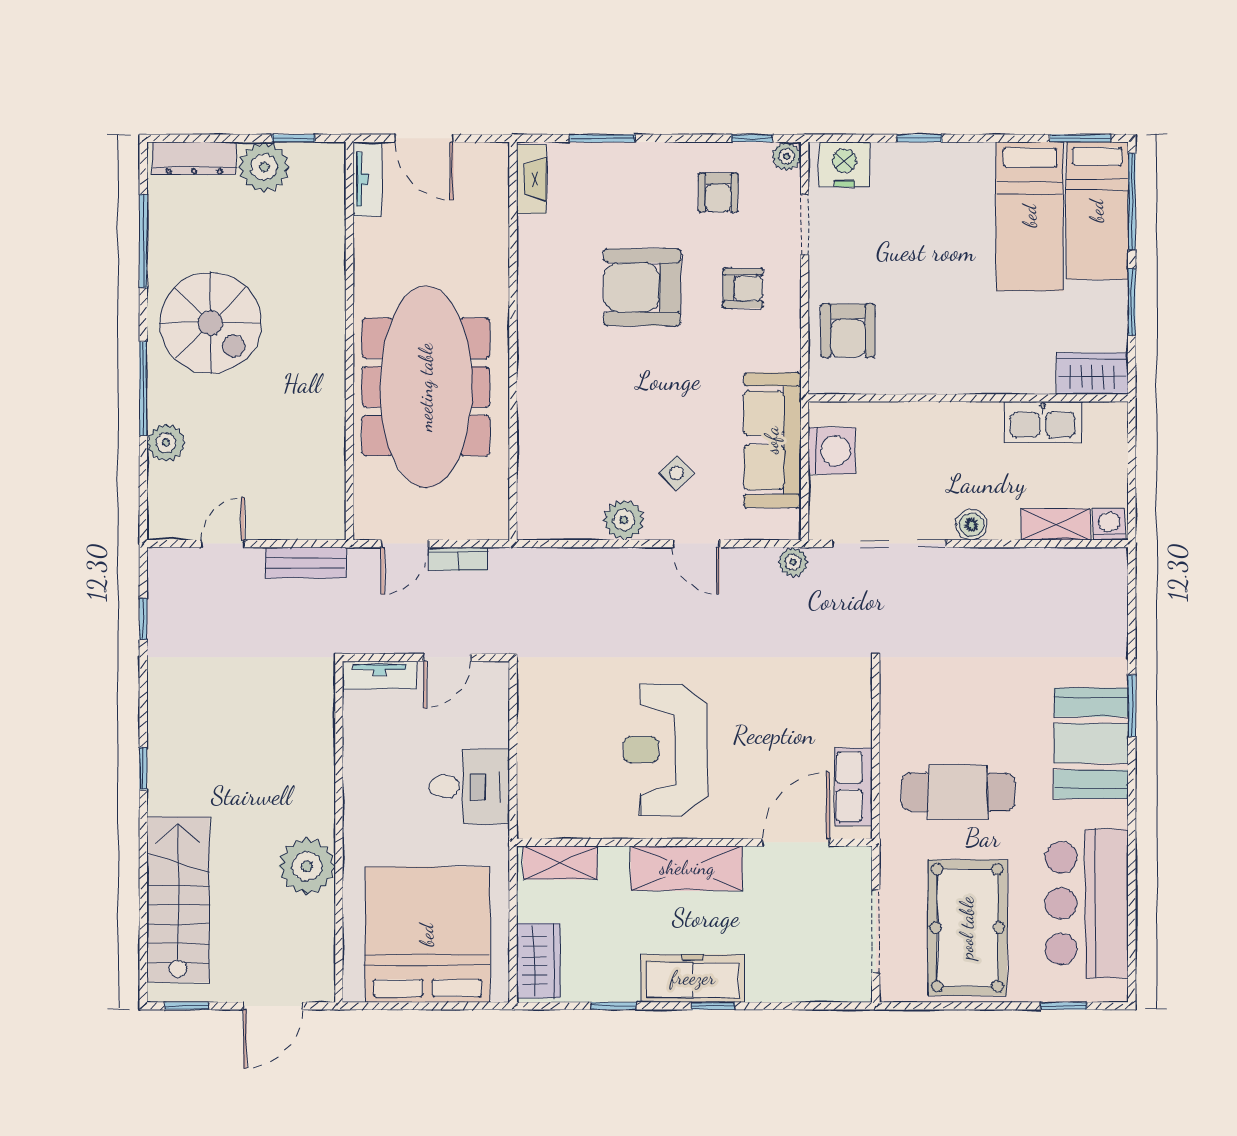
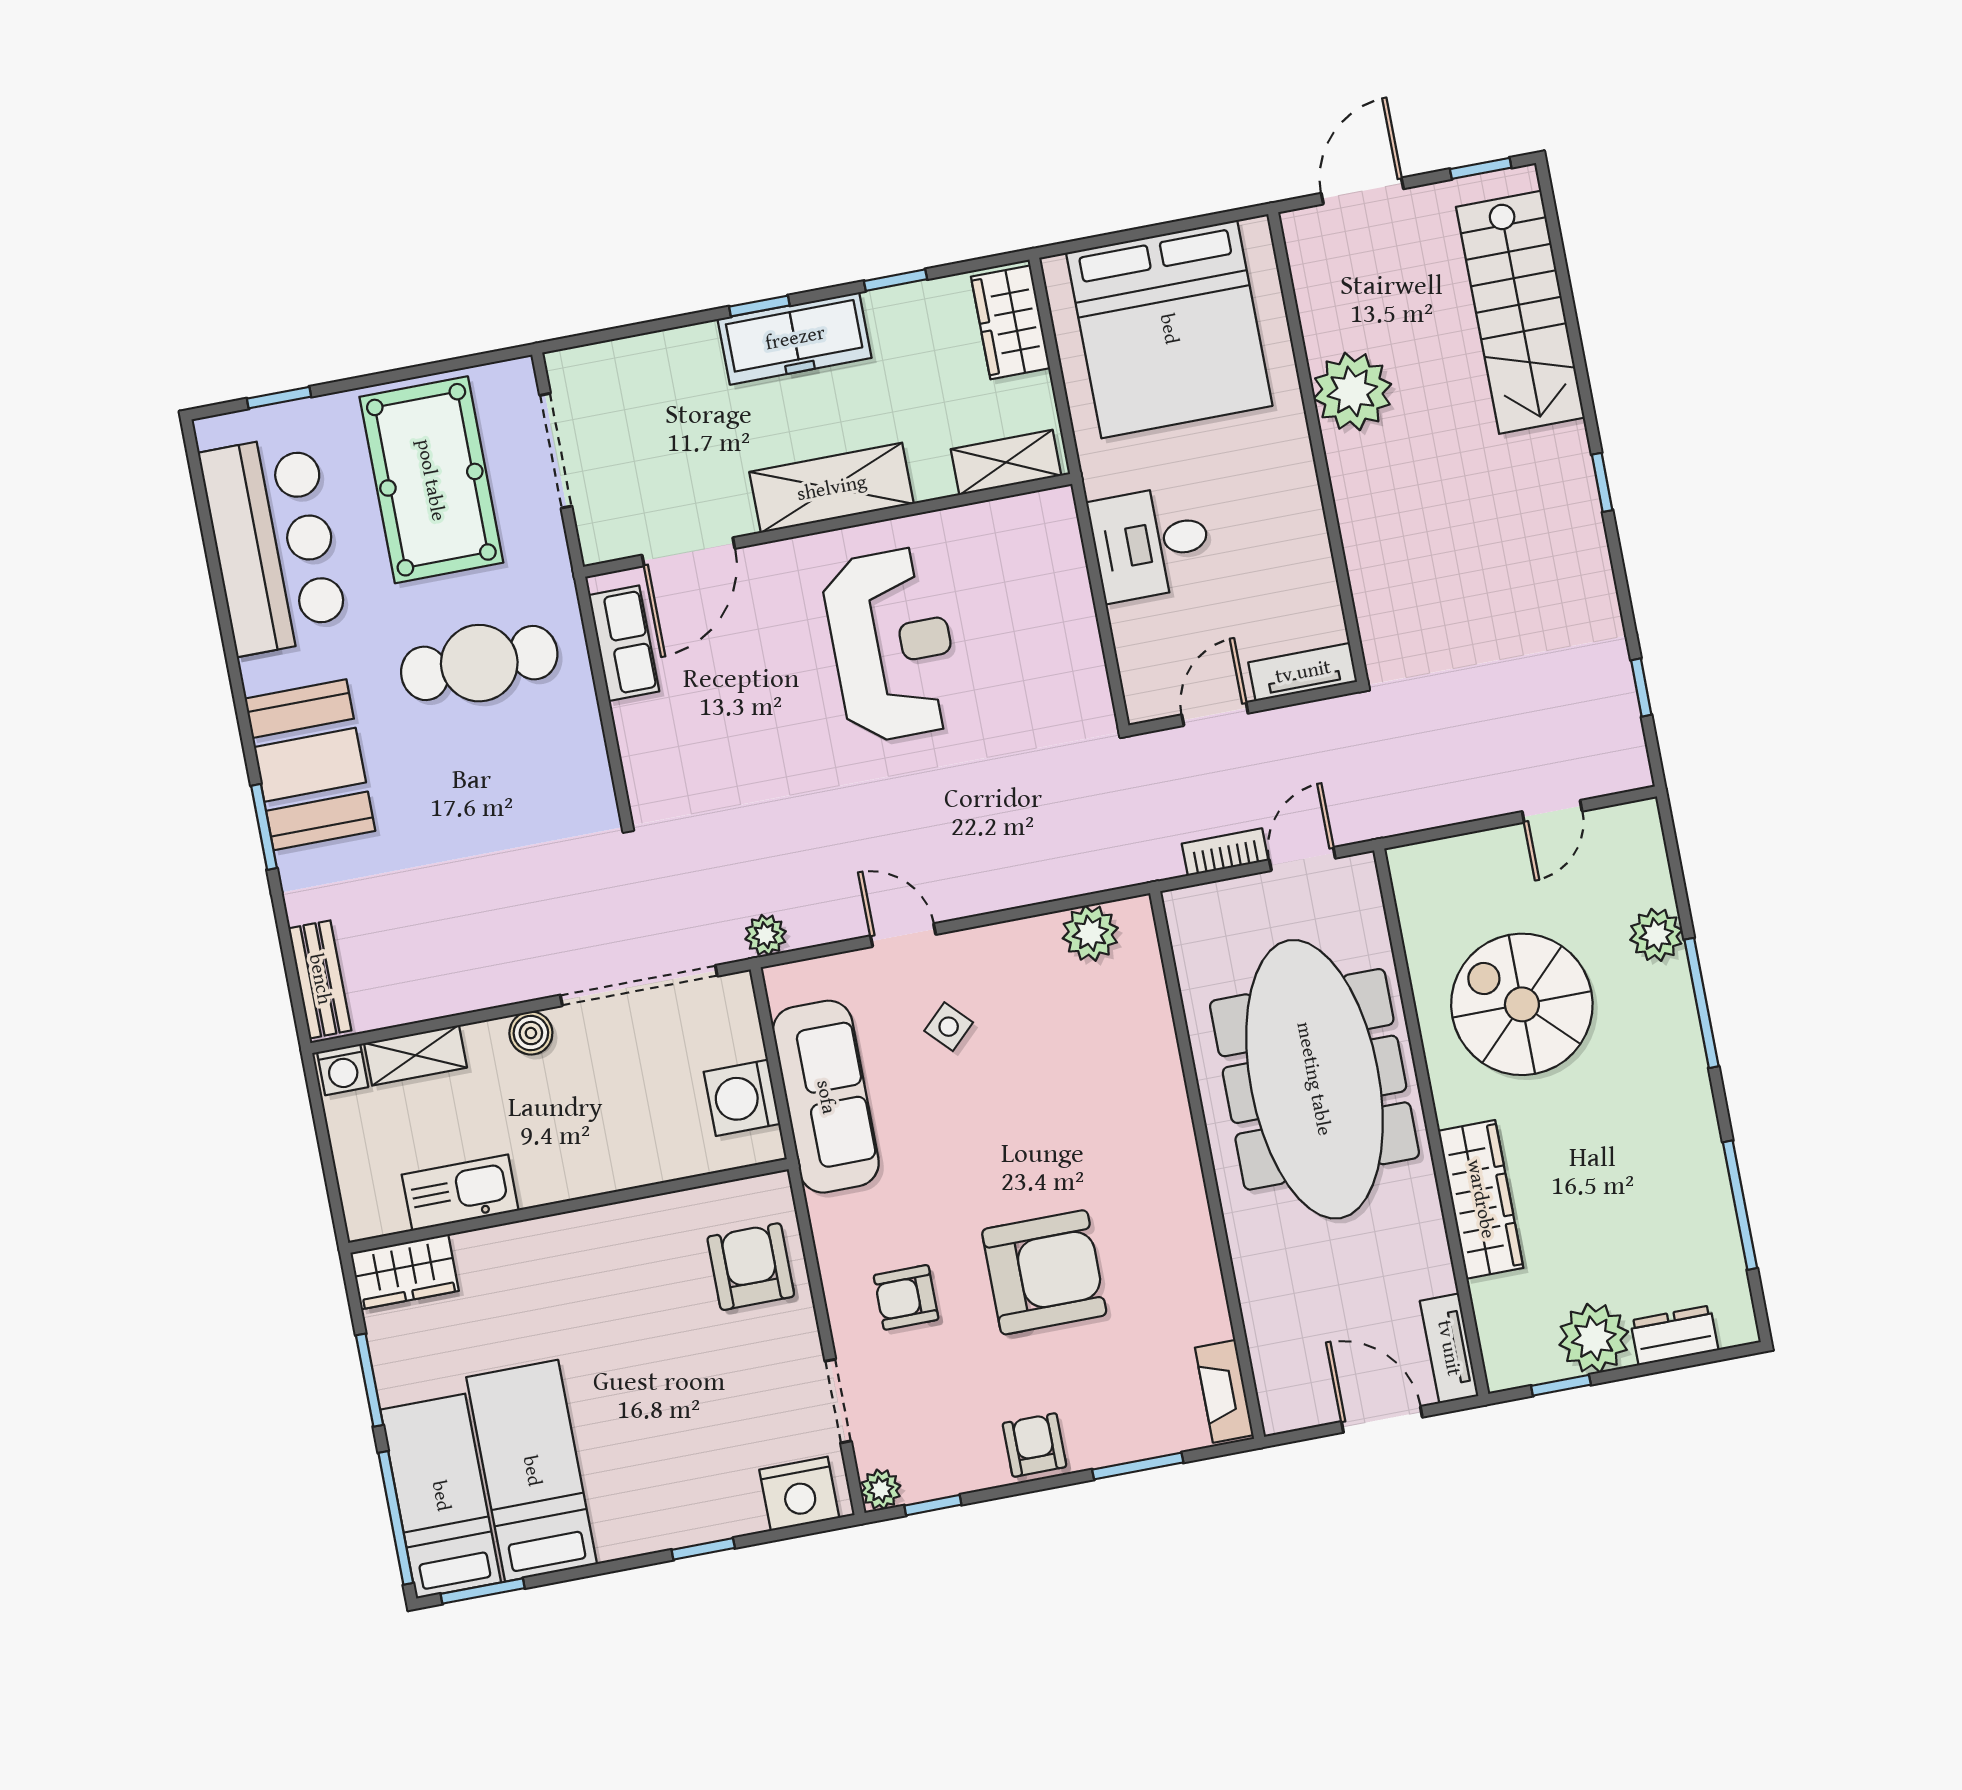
dresser: (194, 158) -> (1674, 1335), width x0.70
armchair: (718, 193) -> (1035, 1445), moved
wardrobe: (325, 280) -> (1481, 1199), added
spiral stairs: (210, 323) -> (1522, 1004), moved
plant: (624, 520) -> (1090, 933), moved
bench: (306, 563) -> (320, 979), moved, turned 90

